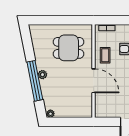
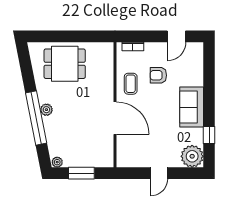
dining table: (69, 48) -> (65, 64), moved
window: (68, 122) -> (81, 173), added

